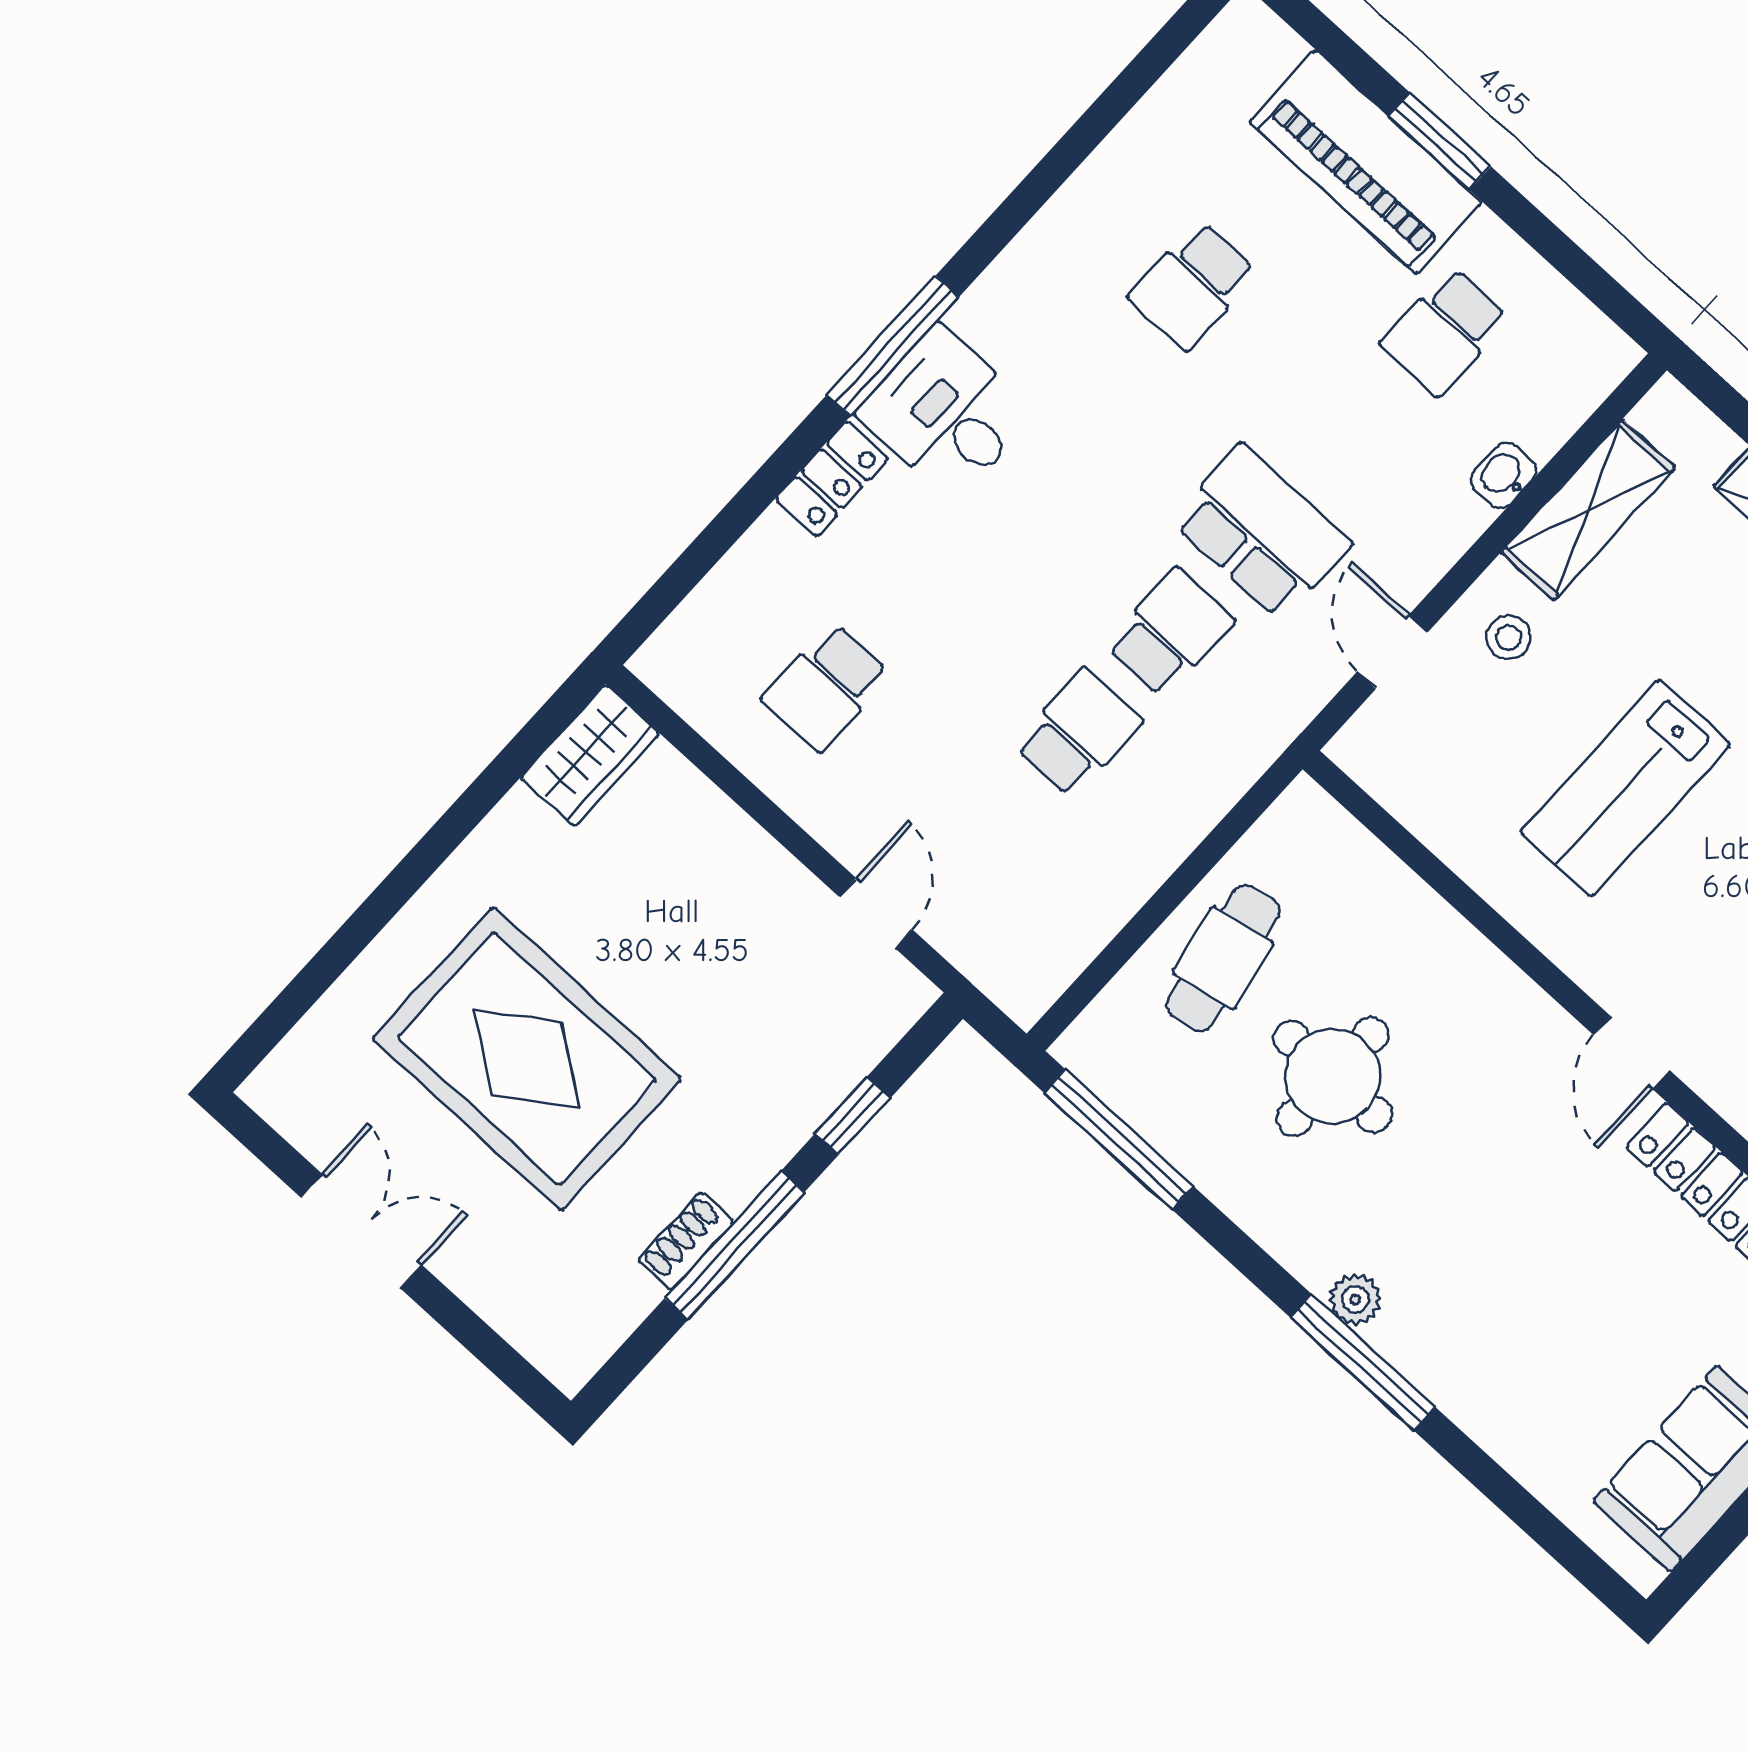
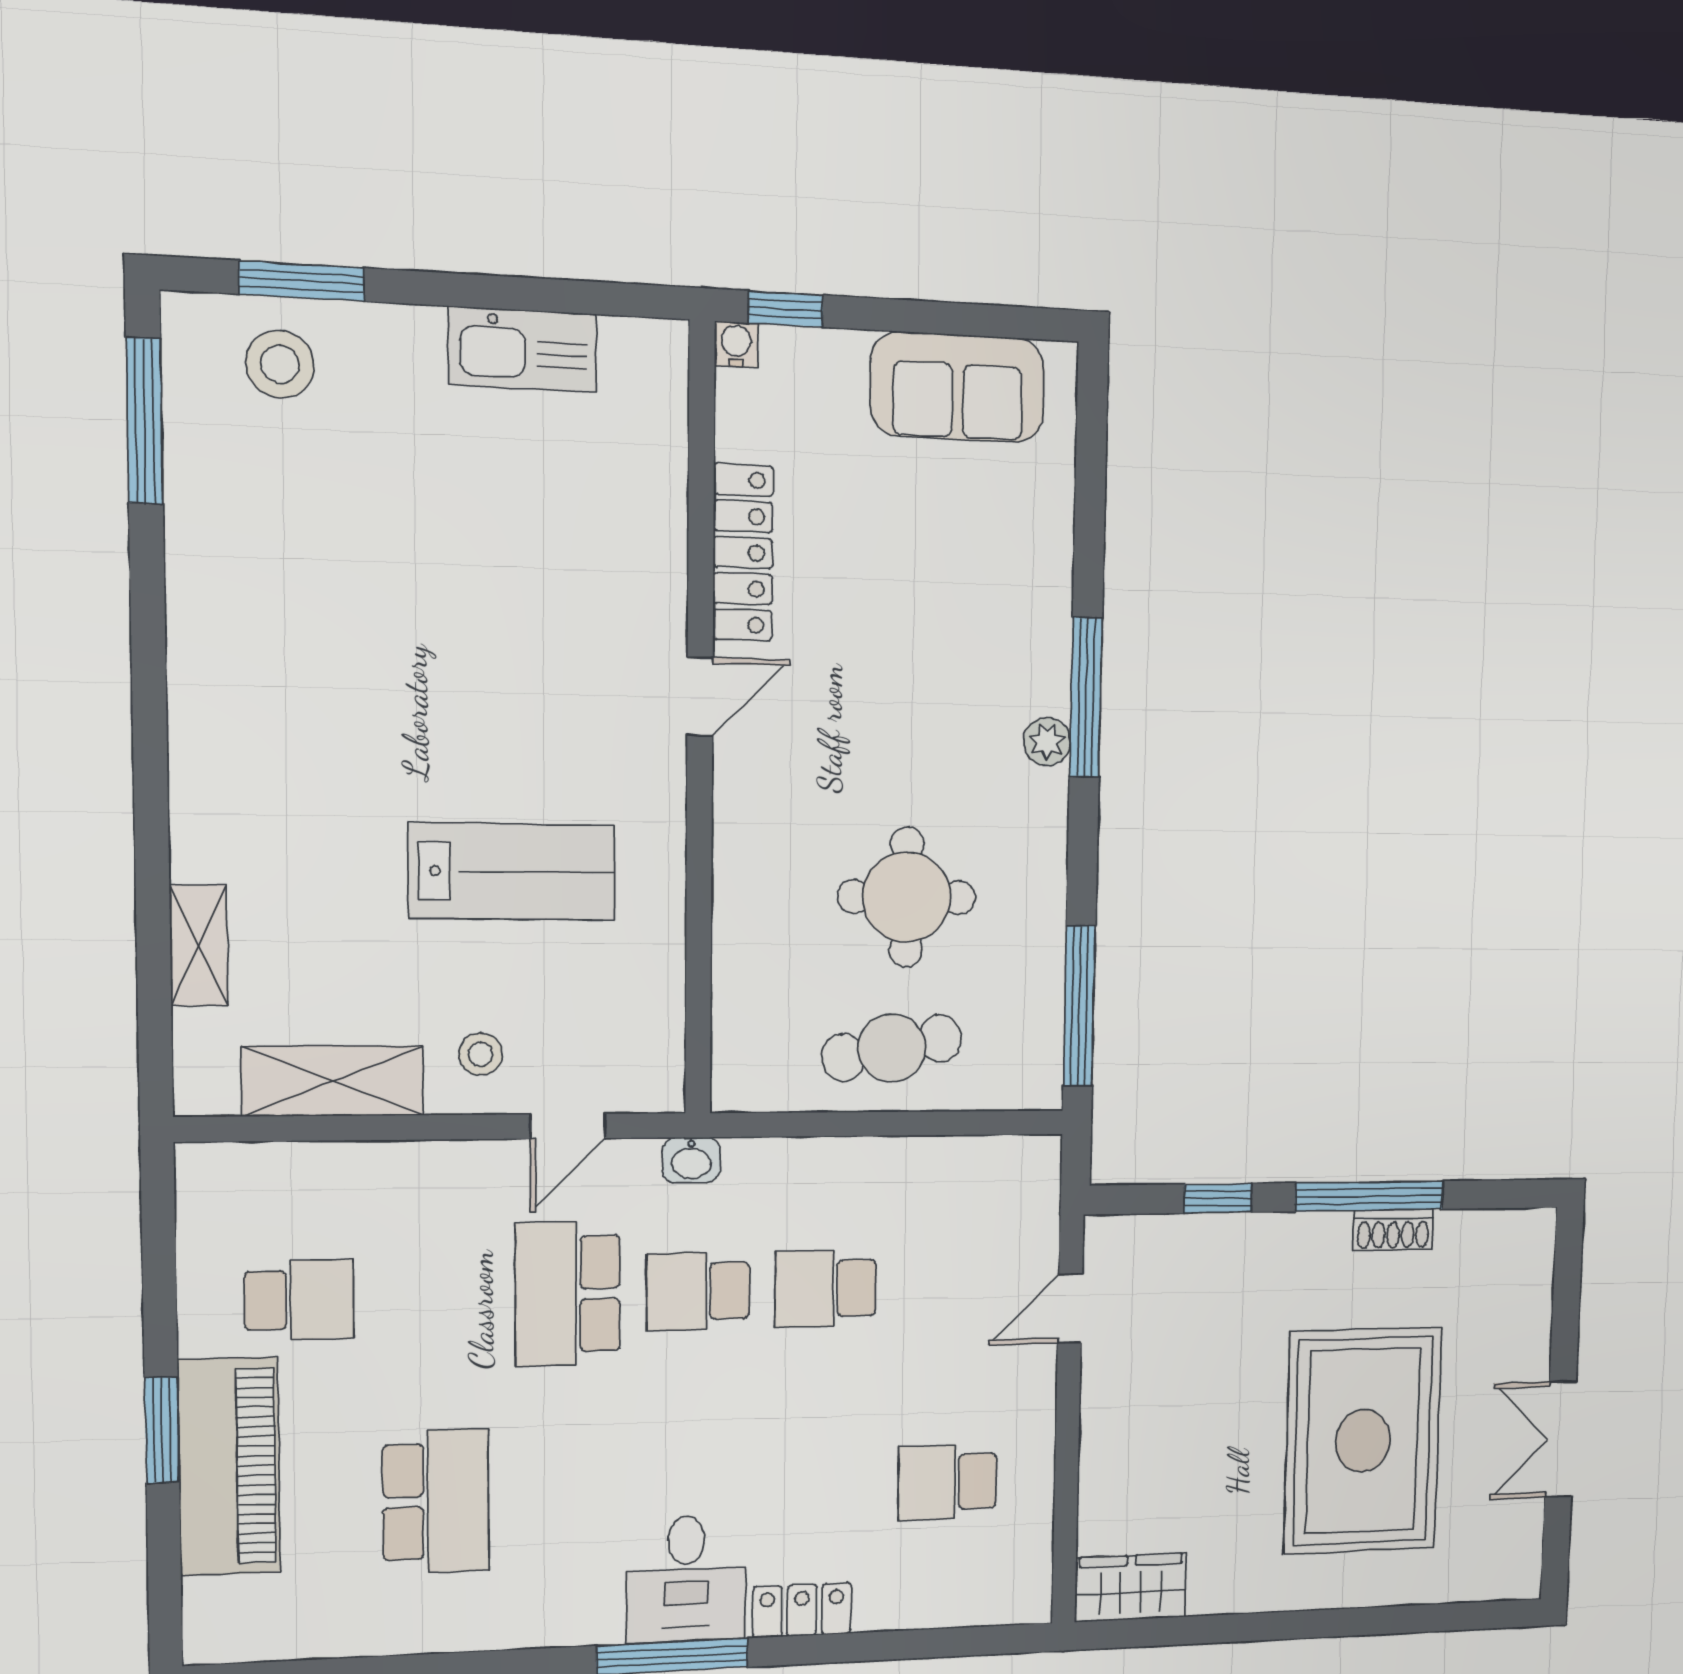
school desk: (1193, 285) -> (436, 1501), width x1.85
washbasin: (1503, 475) -> (691, 1160), moved
school desk: (826, 687) -> (947, 1482), turned 180

